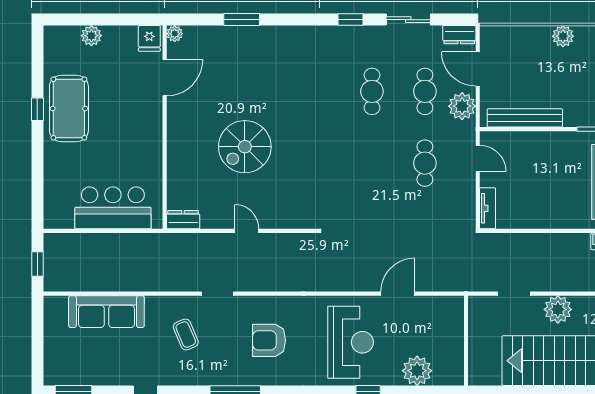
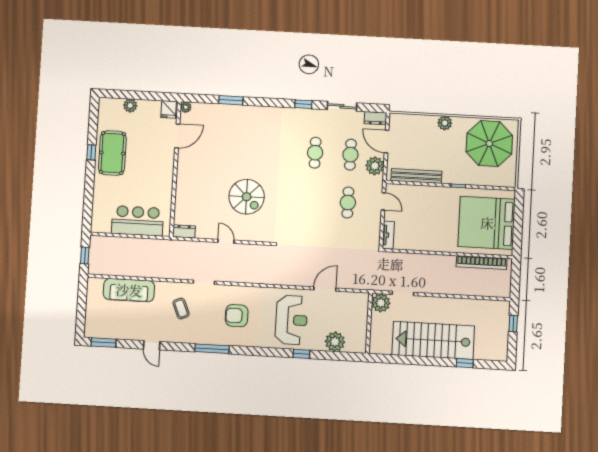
spiral stairs: (245, 147) -> (247, 197), moved, turned -90
plant: (558, 309) -> (381, 303), moved

